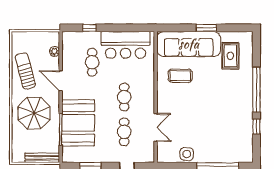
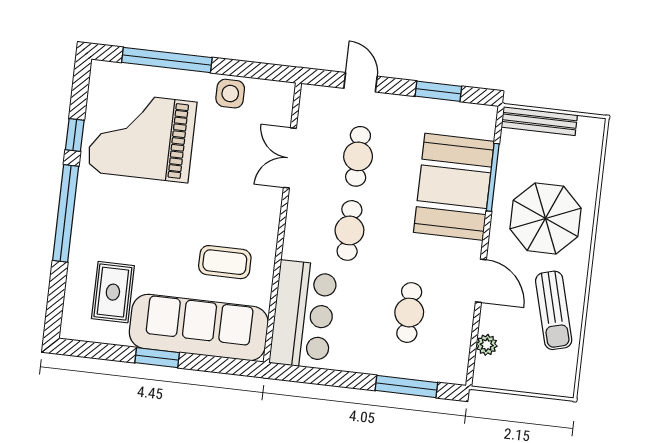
window: (89, 28) -> (406, 387), width x2.17
bar counter: (126, 45) -> (303, 315), moved, turned 90
grand piano: (225, 129) -> (142, 137), added

